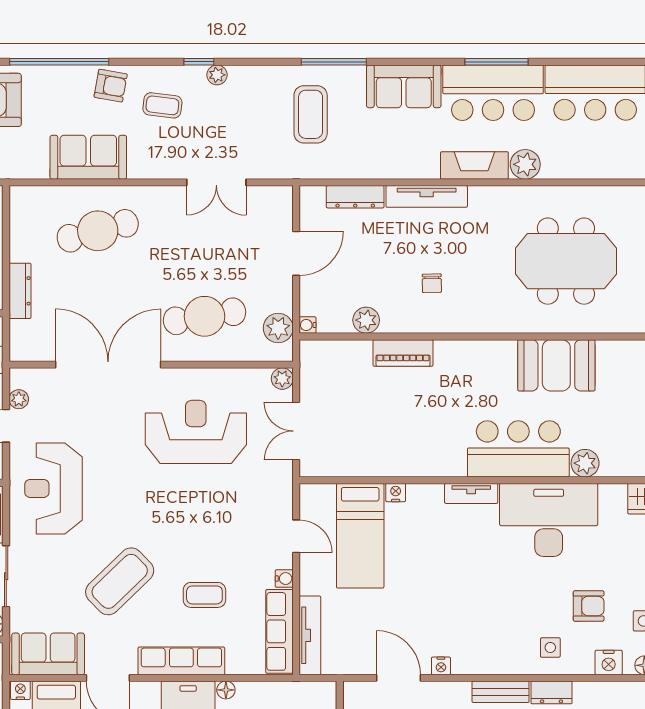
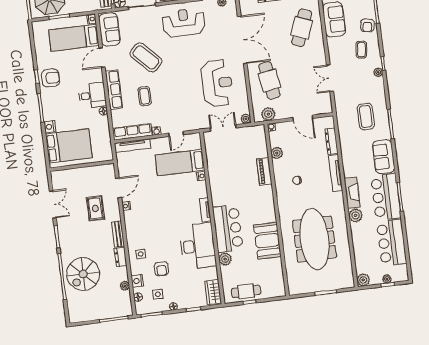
coffee table: (311, 114) -> (366, 116), turned 90
cafe table: (98, 231) -> (302, 28), turned 36
meeting table: (566, 261) -> (315, 239), width x1.36
plant: (616, 691) -> (125, 286), added

